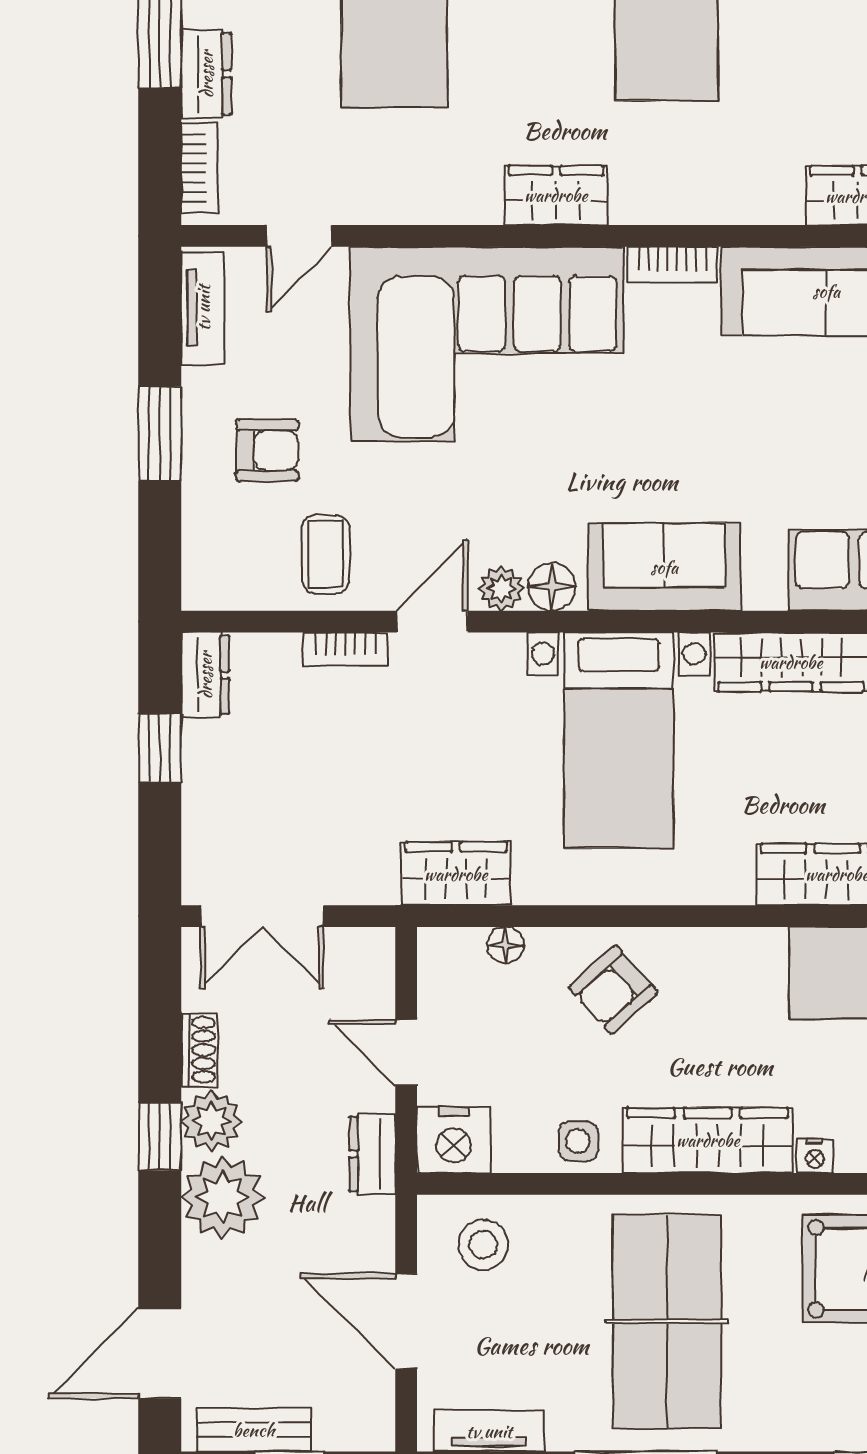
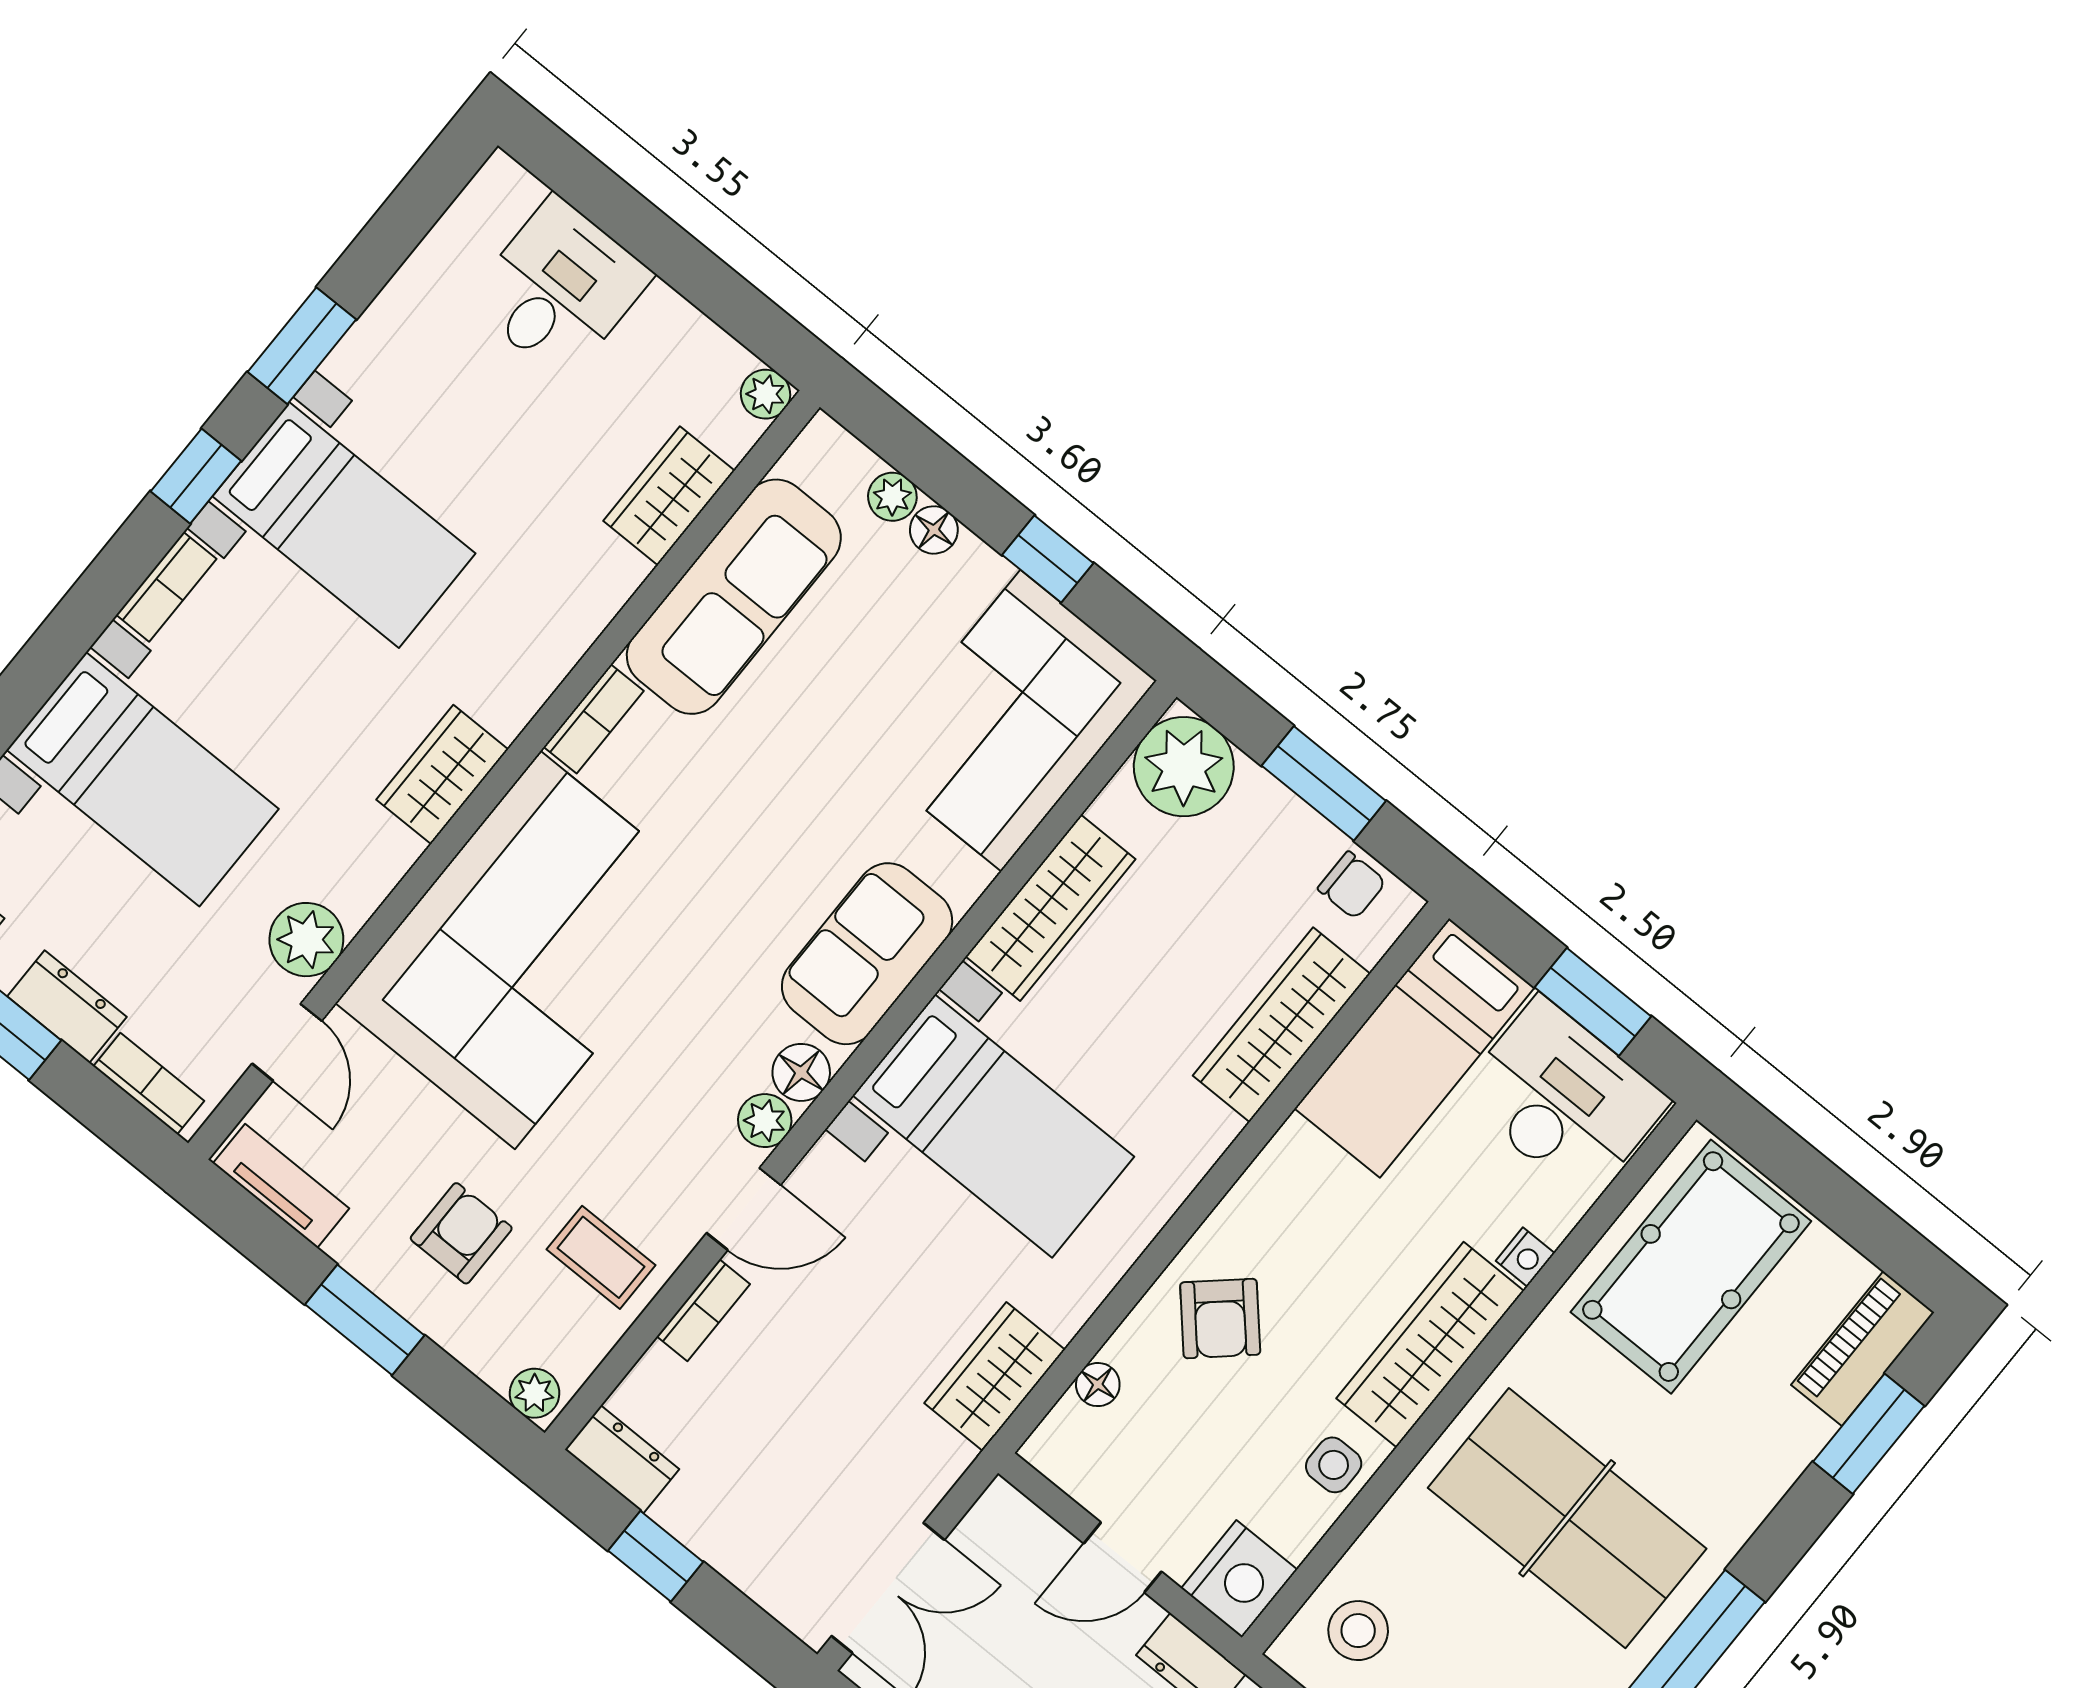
plant: (377, 194) -> (306, 940), added
plant: (202, 583) -> (535, 1393), added
door: (432, 622) -> (743, 1209), swing flipped

